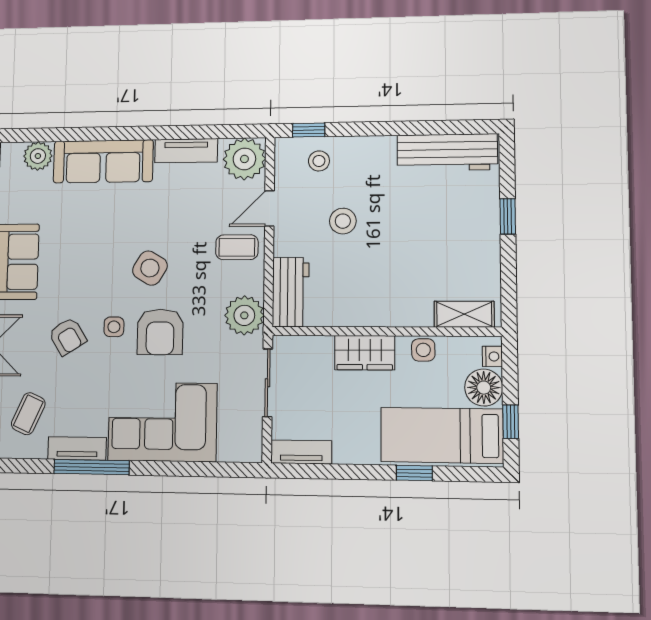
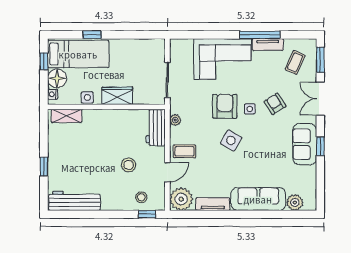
plant: (244, 315) -> (175, 120), width x0.53, depth x0.53
tv unit: (301, 452) -> (150, 45), removed

